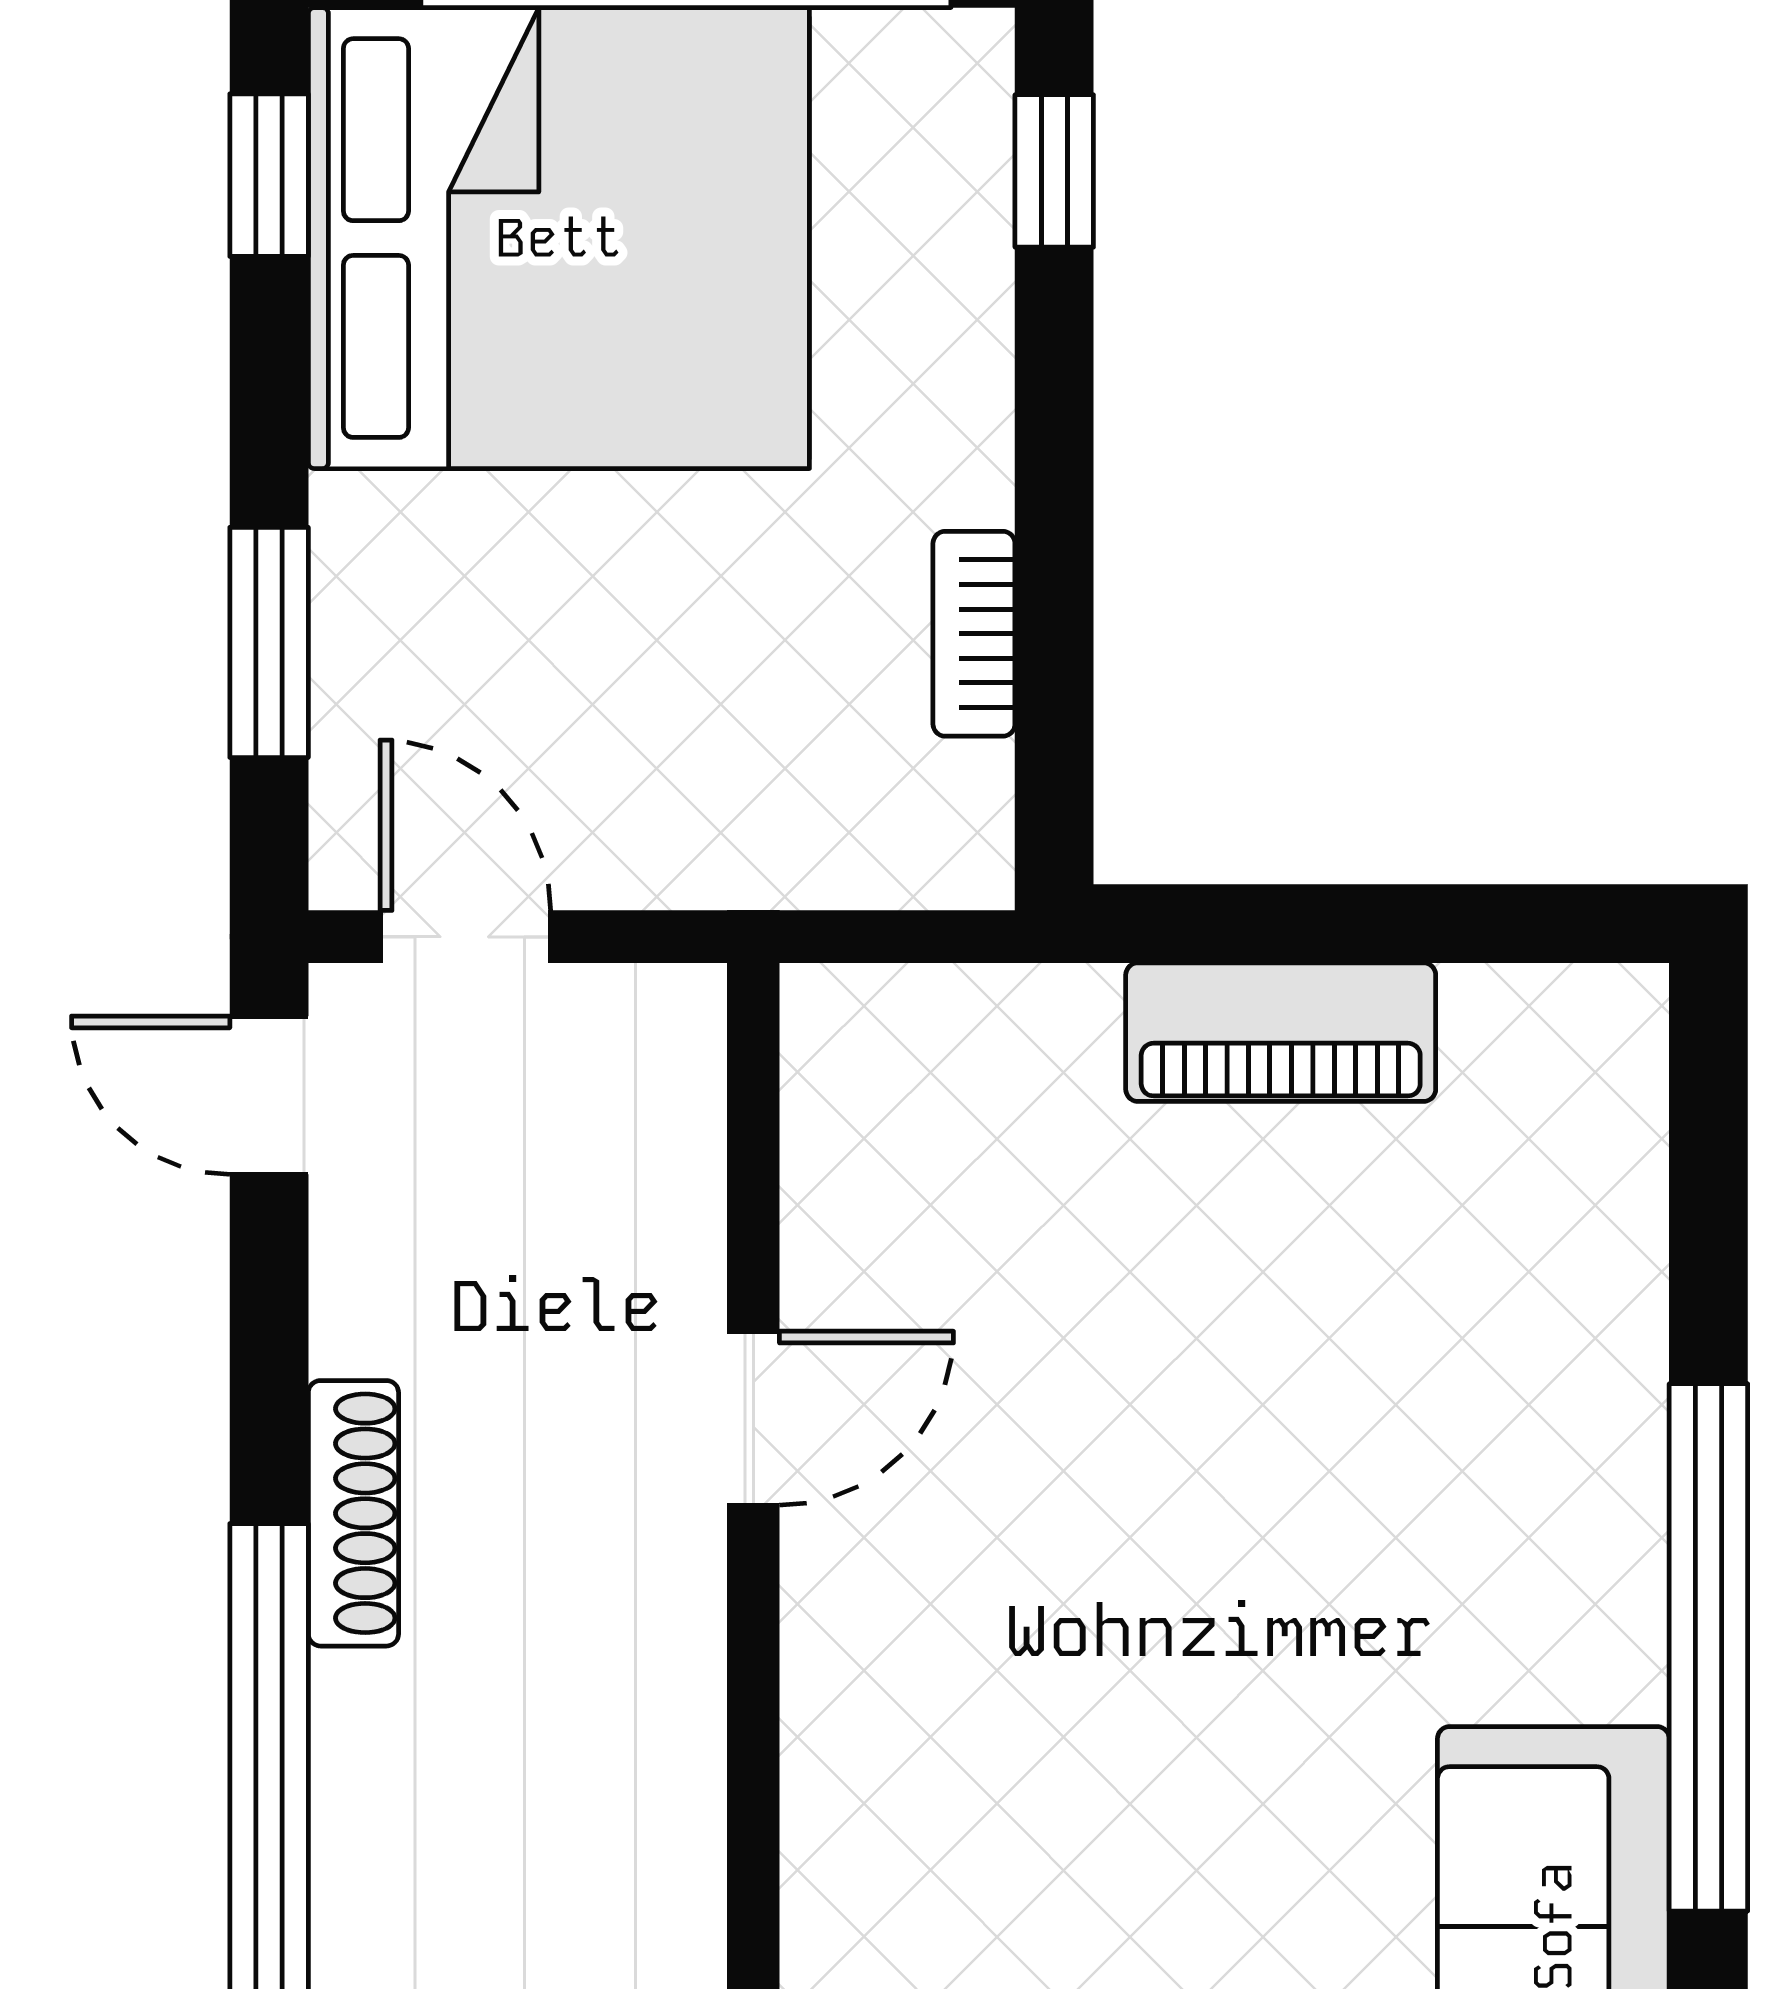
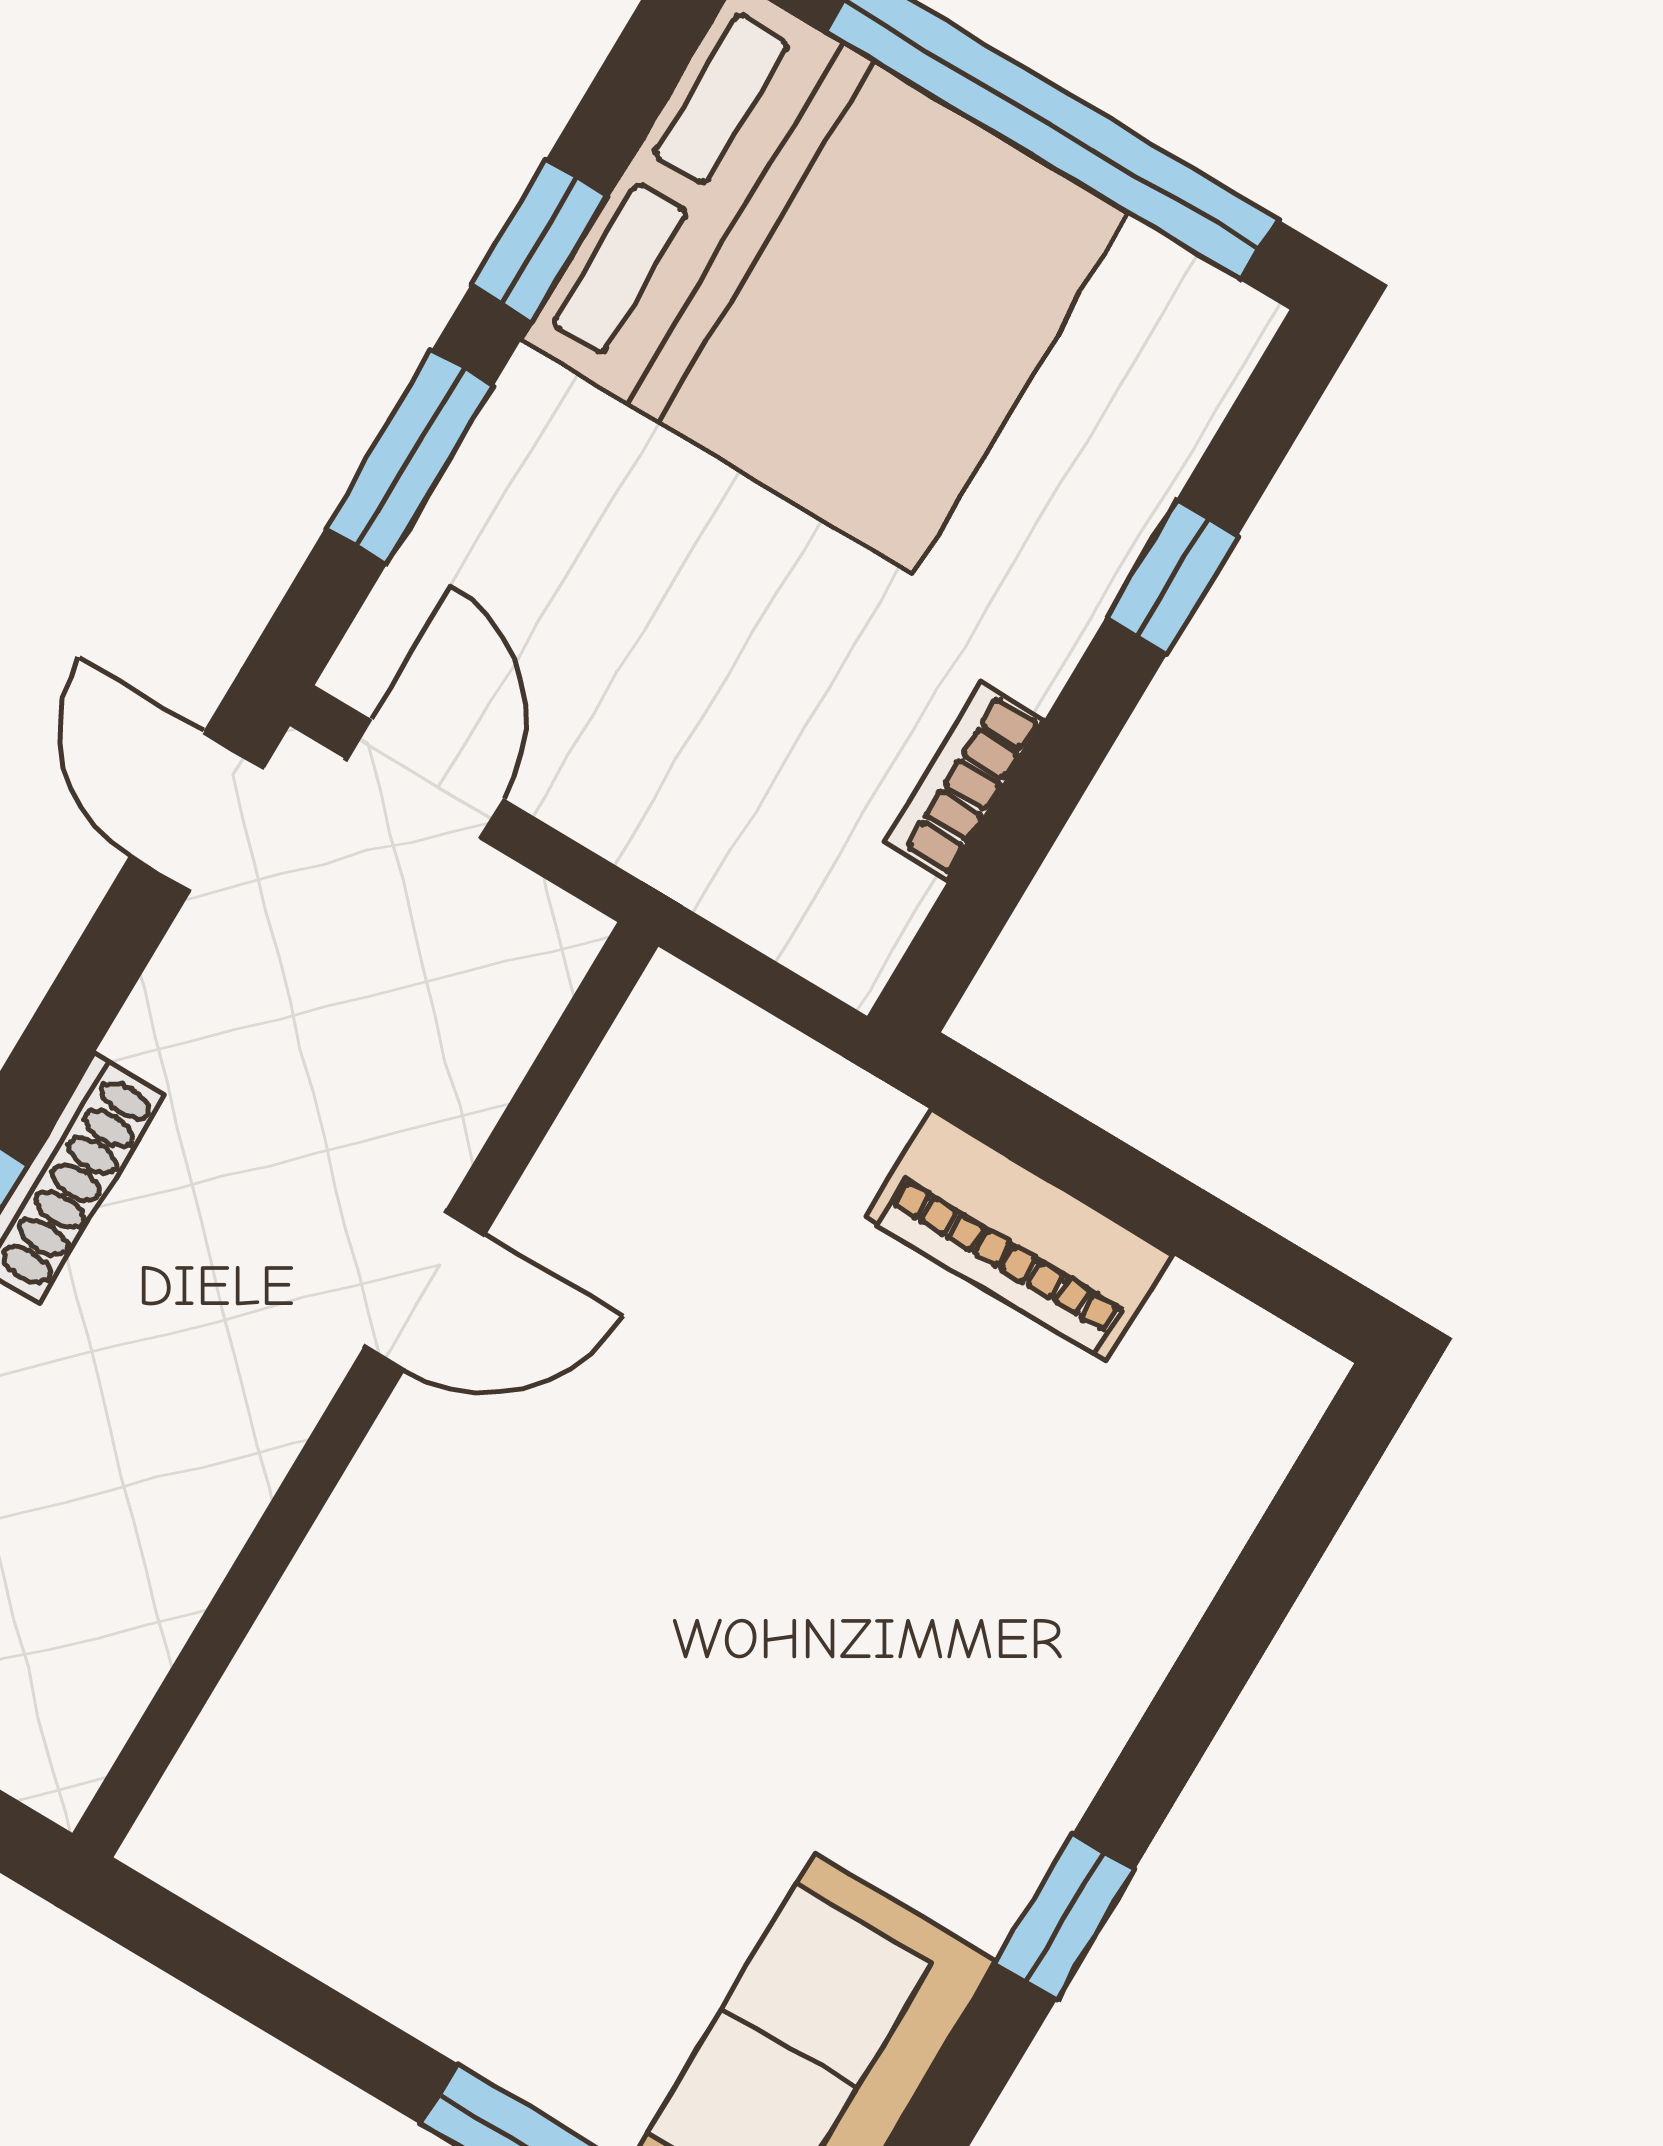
window: (1054, 171) -> (1172, 576), moved
window: (269, 175) -> (539, 240), moved
window: (1708, 1647) -> (1065, 1917), width x0.32

